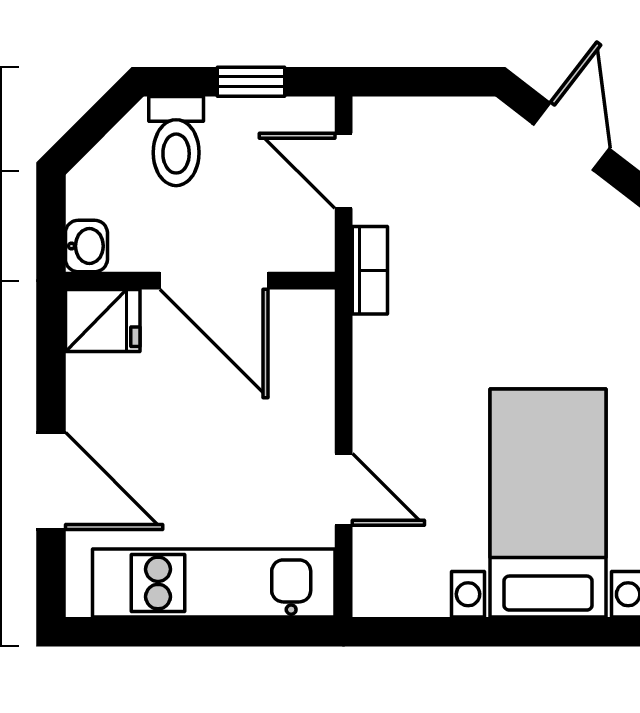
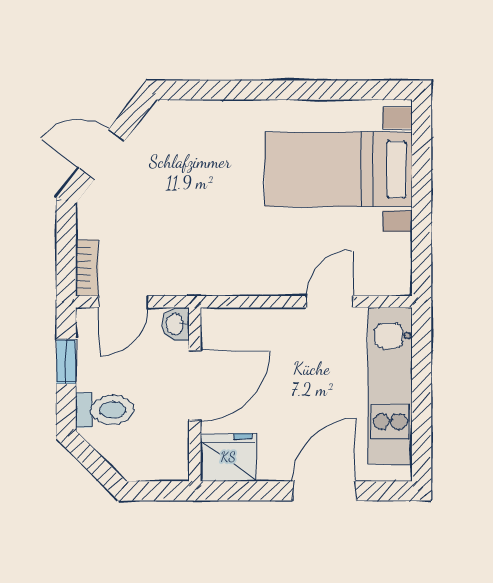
washbasin: (86, 246) -> (176, 324), moved, turned -90
bookcase: (370, 270) -> (87, 268), moved, turned 90
fridge: (103, 321) -> (228, 457), width x1.38

